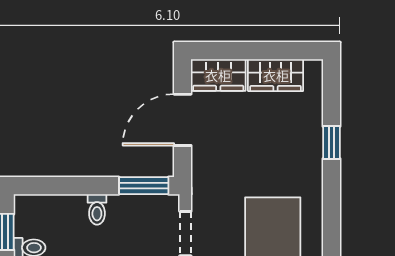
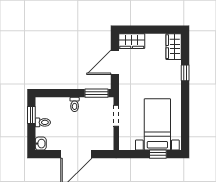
wardrobe: (276, 75) -> (174, 47), moved, turned 90

